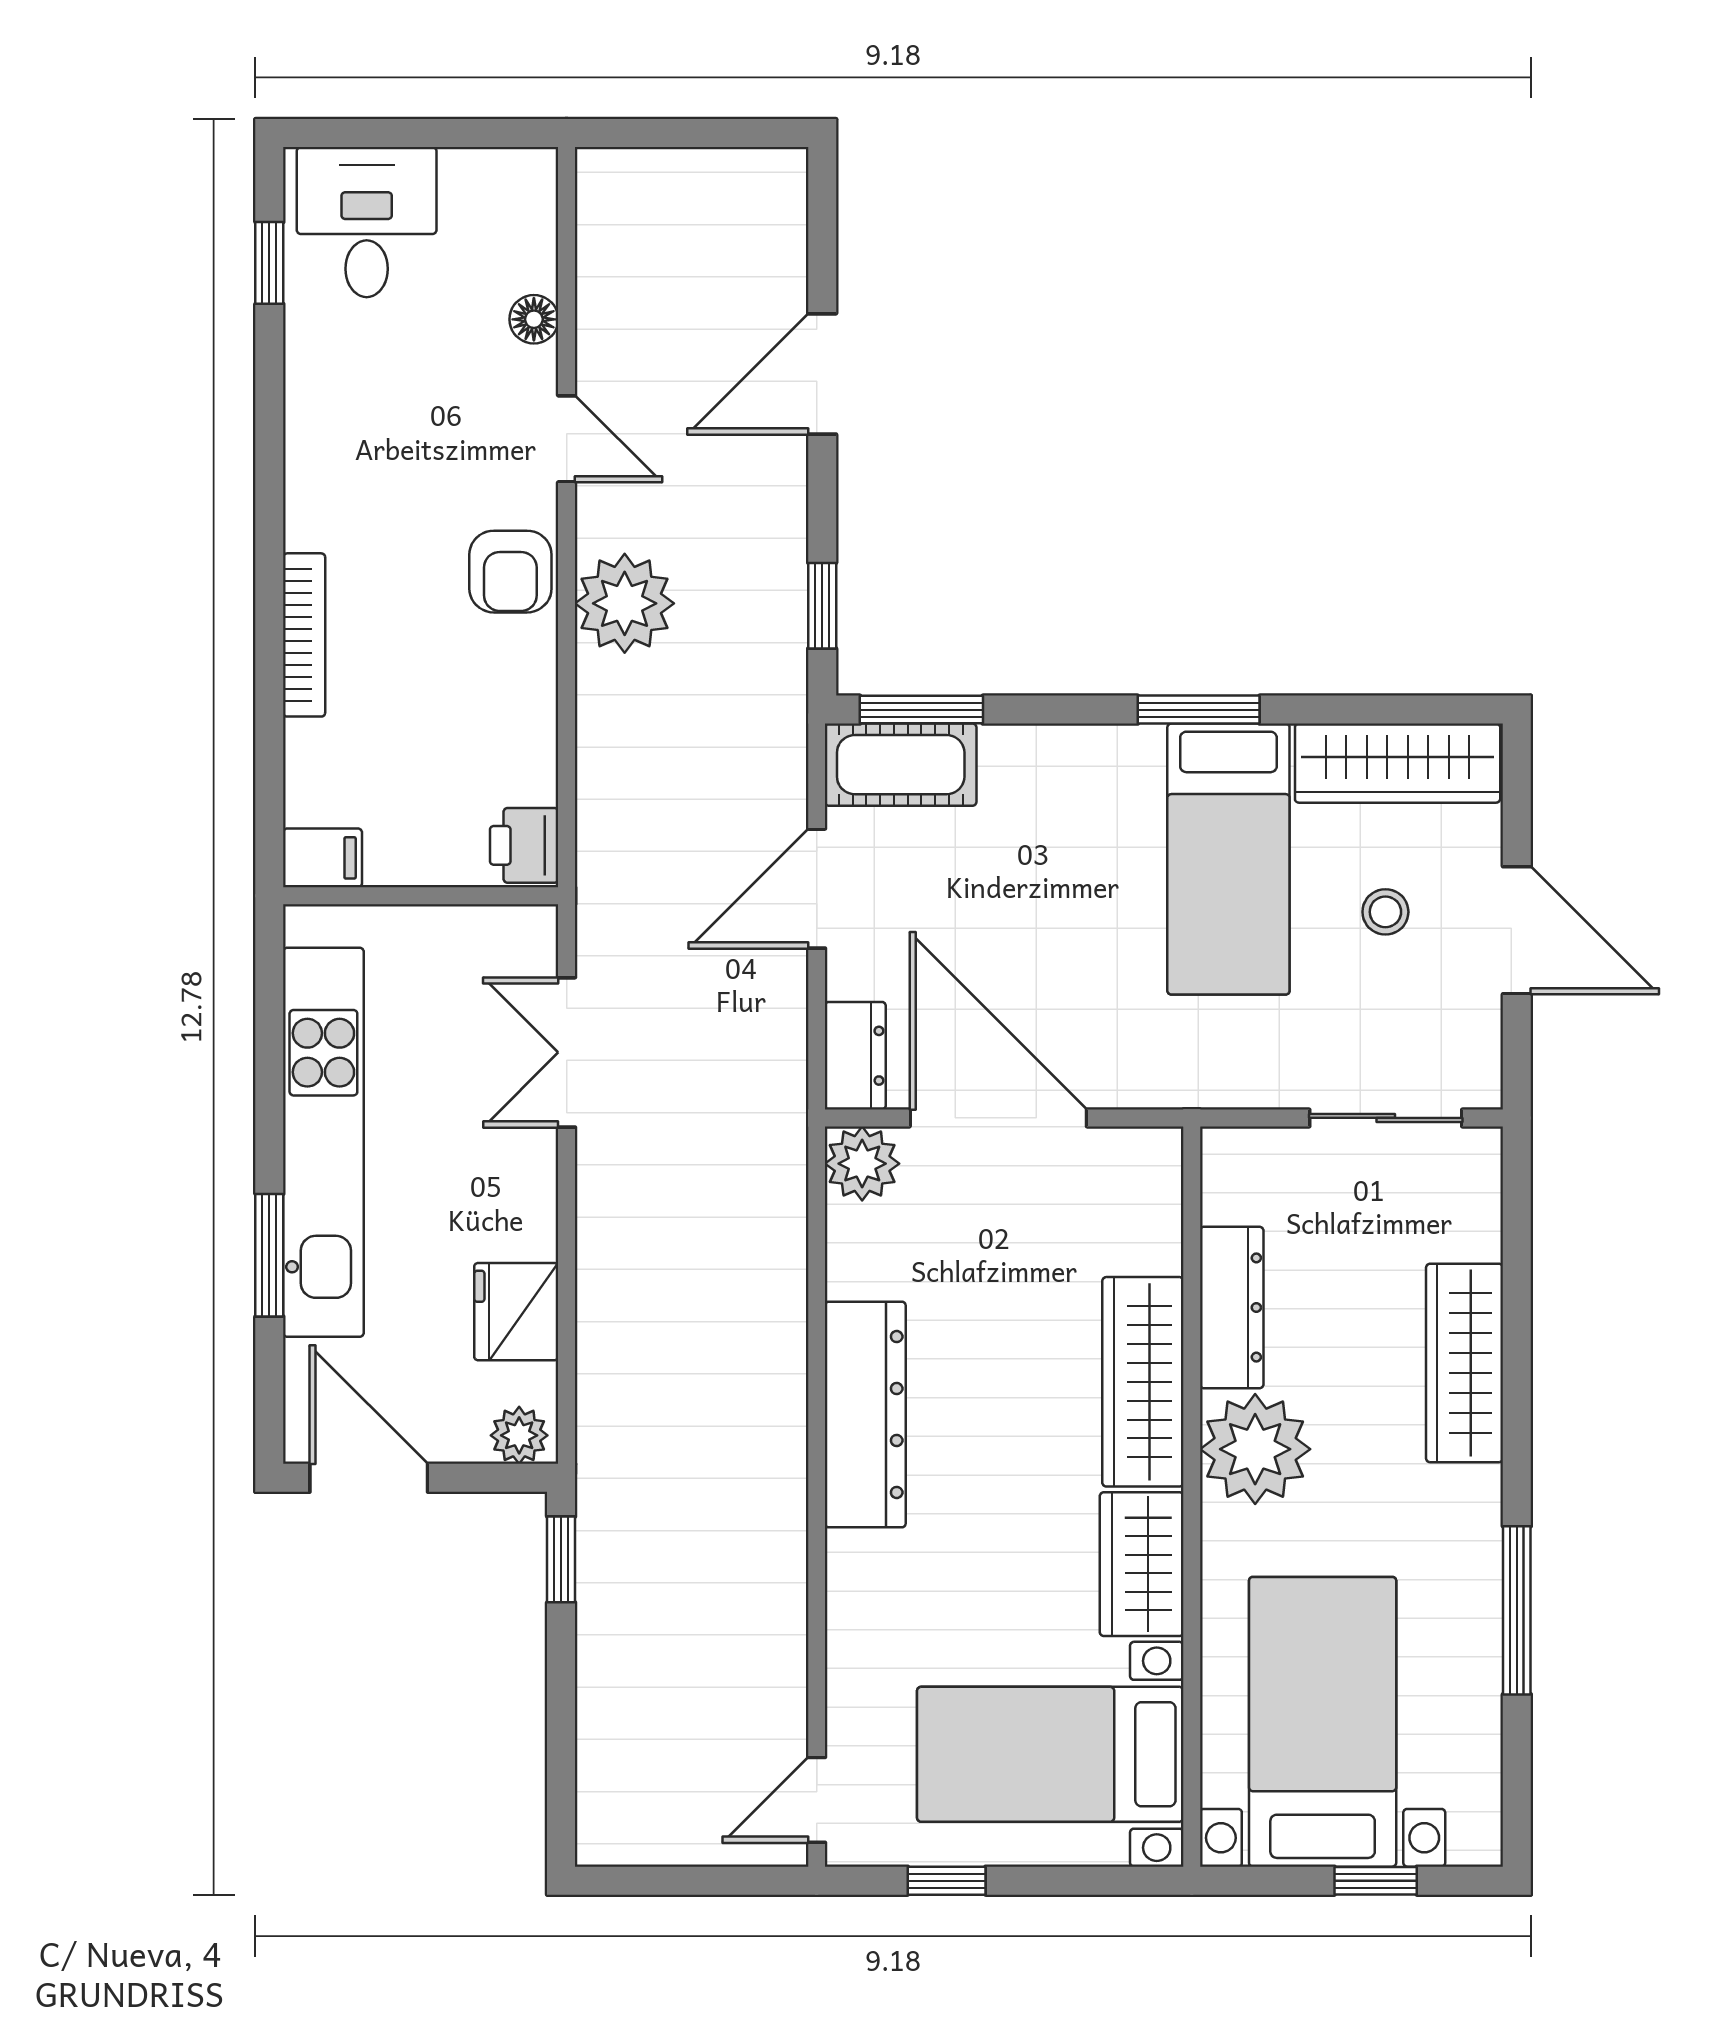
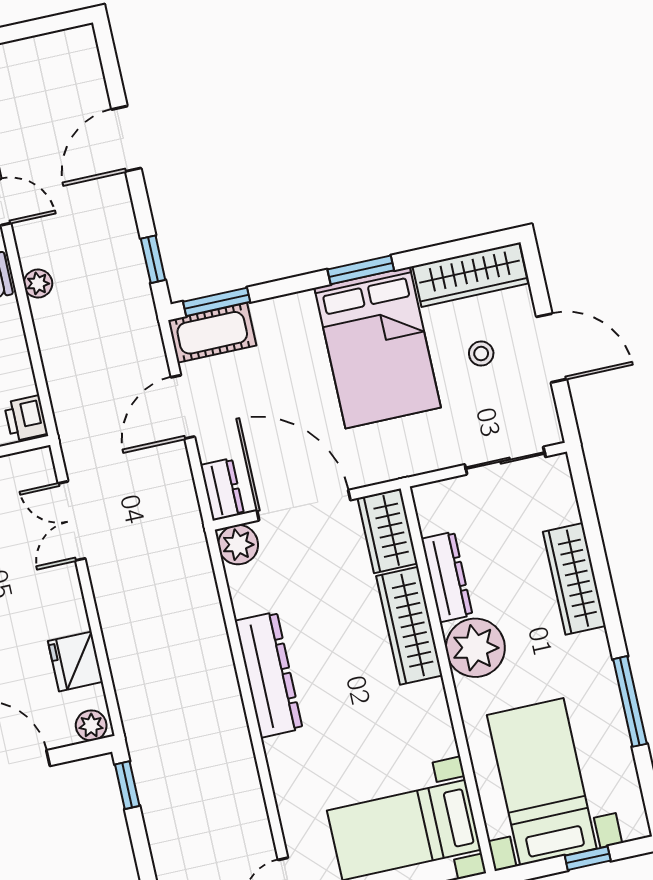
plant: (625, 603) -> (38, 283), width x0.53, depth x0.53
bed: (1228, 859) -> (378, 348), width x1.50
wardrobe: (1142, 1564) -> (388, 531), moved

